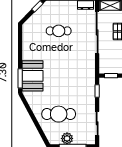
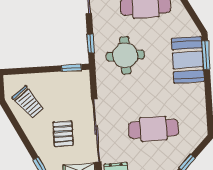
cafe table: (59, 31) -> (153, 129), width x1.37, depth x1.35
round table: (74, 82) -> (125, 55), added

